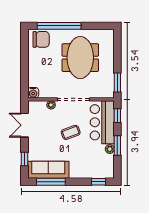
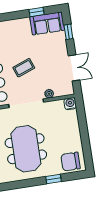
window: (59, 26) -> (54, 179), width x0.32
sofa: (48, 170) -> (47, 23), width x0.73
window: (51, 182) -> (37, 12), width x0.46

